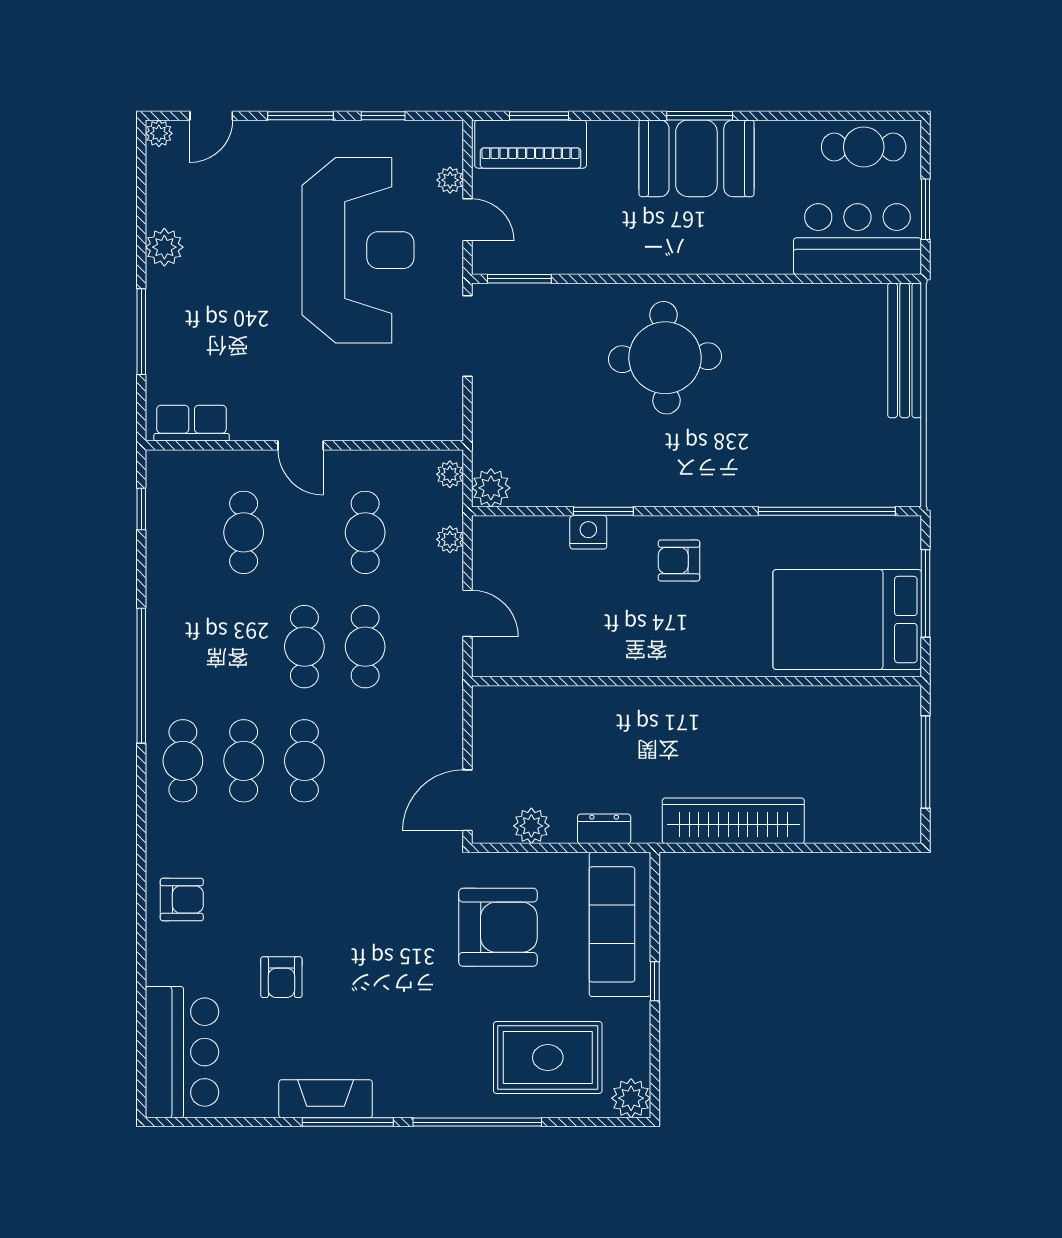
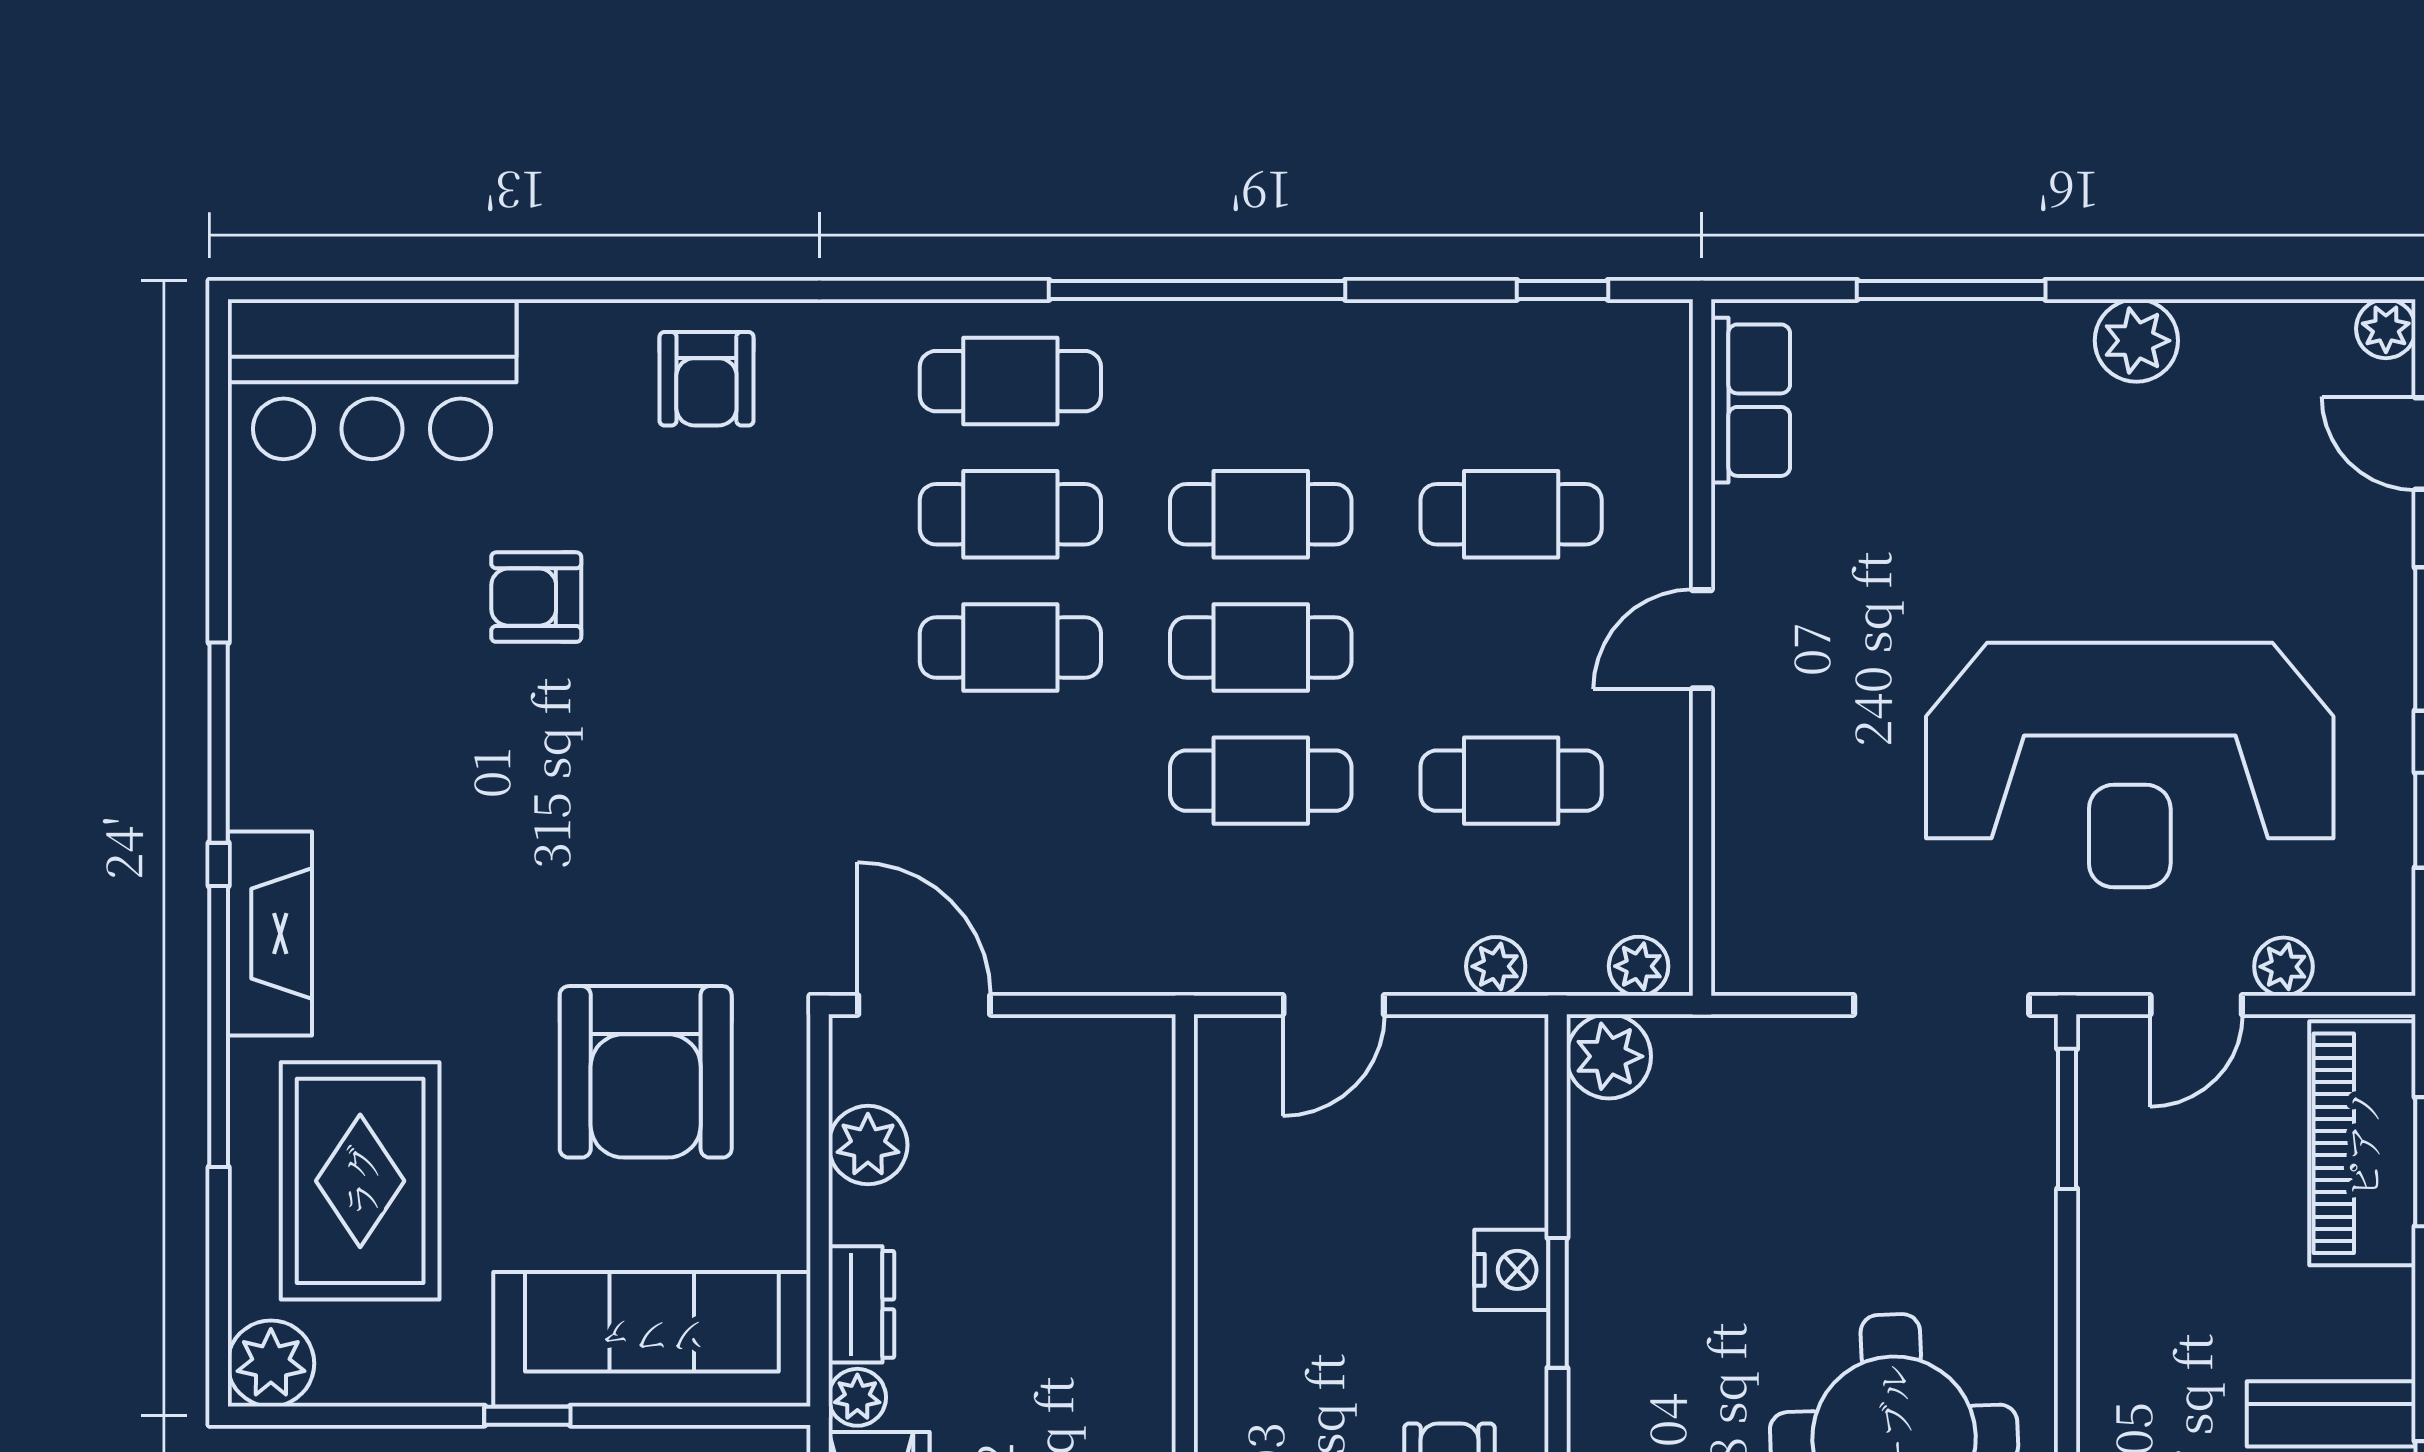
cafe table: (244, 647) -> (1261, 514), added
plant: (646, 831) -> (857, 1397), added
fireplace: (326, 1099) -> (270, 934), moved

